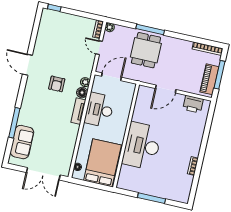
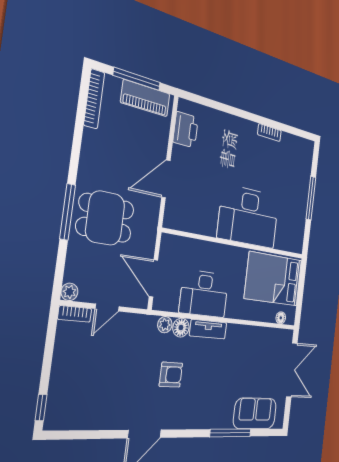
door: (166, 89) -> (166, 179), swing flipped

